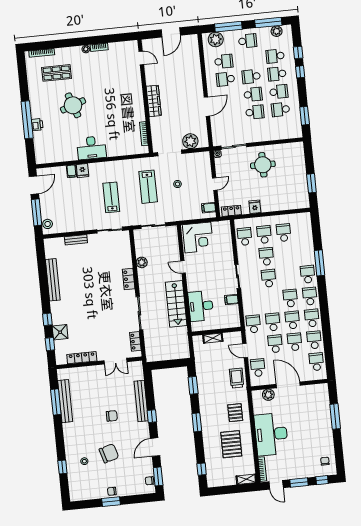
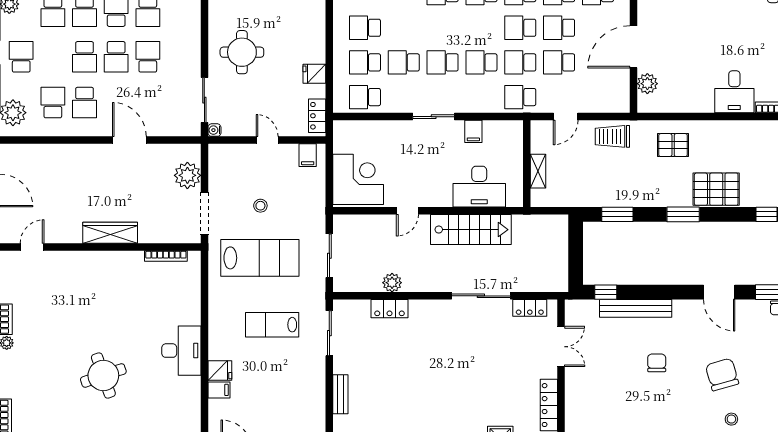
shop shelf: (57, 73) -> (43, 399), removed
school desk: (253, 94) -> (116, 57), turned 180
lab bench: (148, 187) -> (260, 258), width x1.36, depth x1.39
locker: (129, 279) -> (389, 309), moved
school desk: (290, 298) -> (481, 62), moved
school desk: (258, 368) -> (598, 97), removed
window: (152, 416) -> (606, 292), moved
desk: (271, 434) -> (734, 92), width x0.53, depth x0.77
pallet: (231, 444) -> (716, 189), moved

